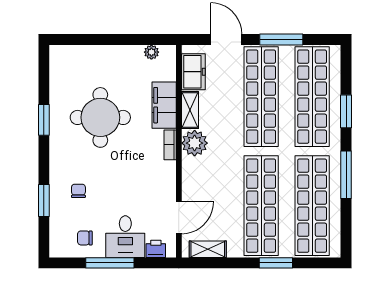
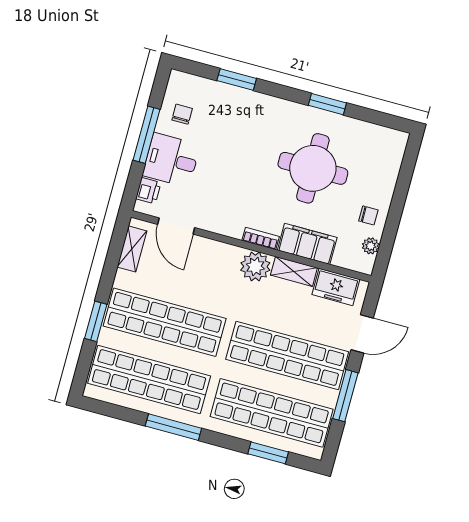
window: (346, 111) -> (268, 453), moved
chair: (78, 191) -> (368, 215), moved

